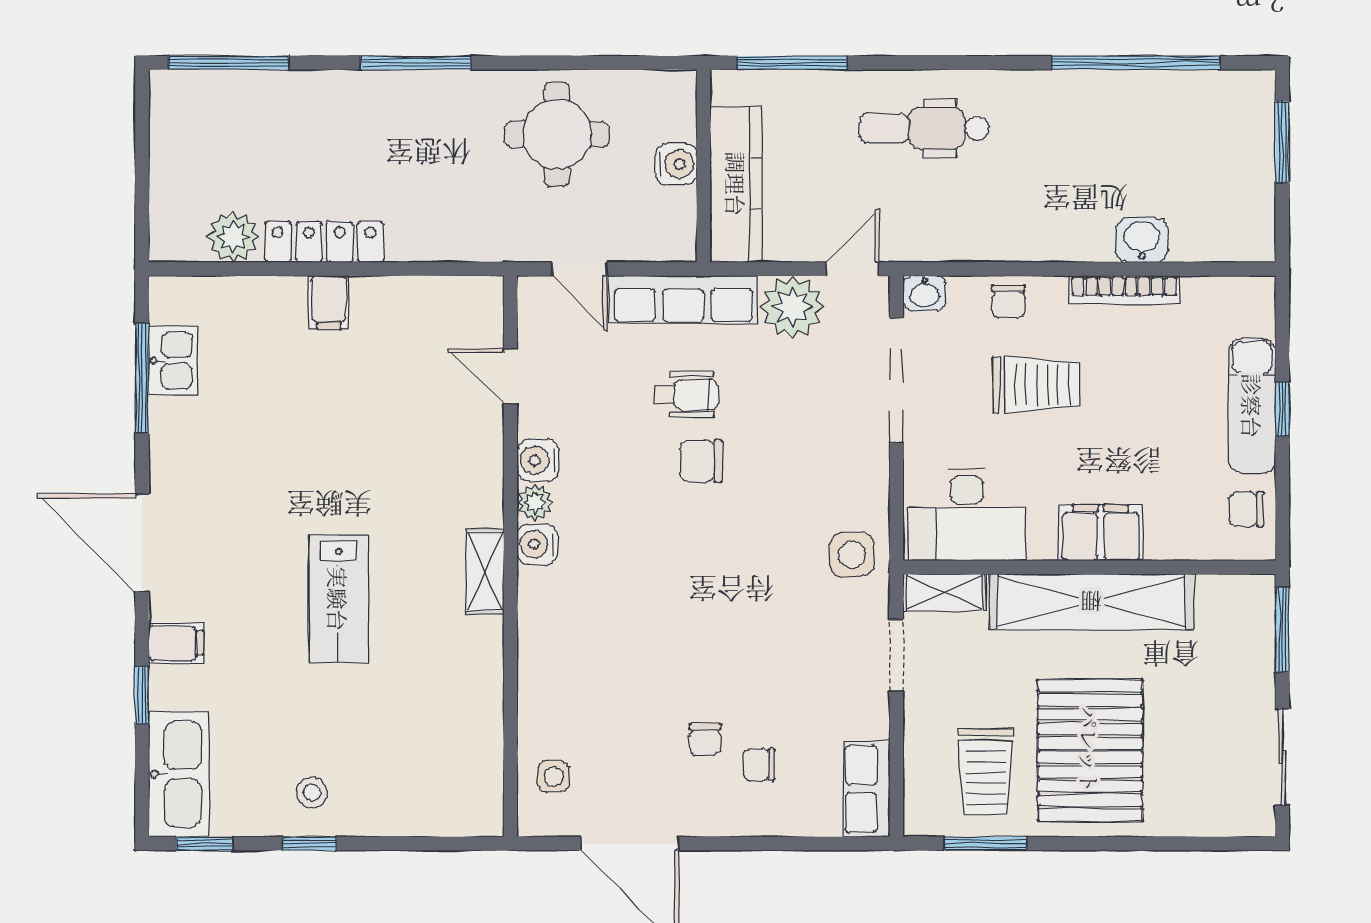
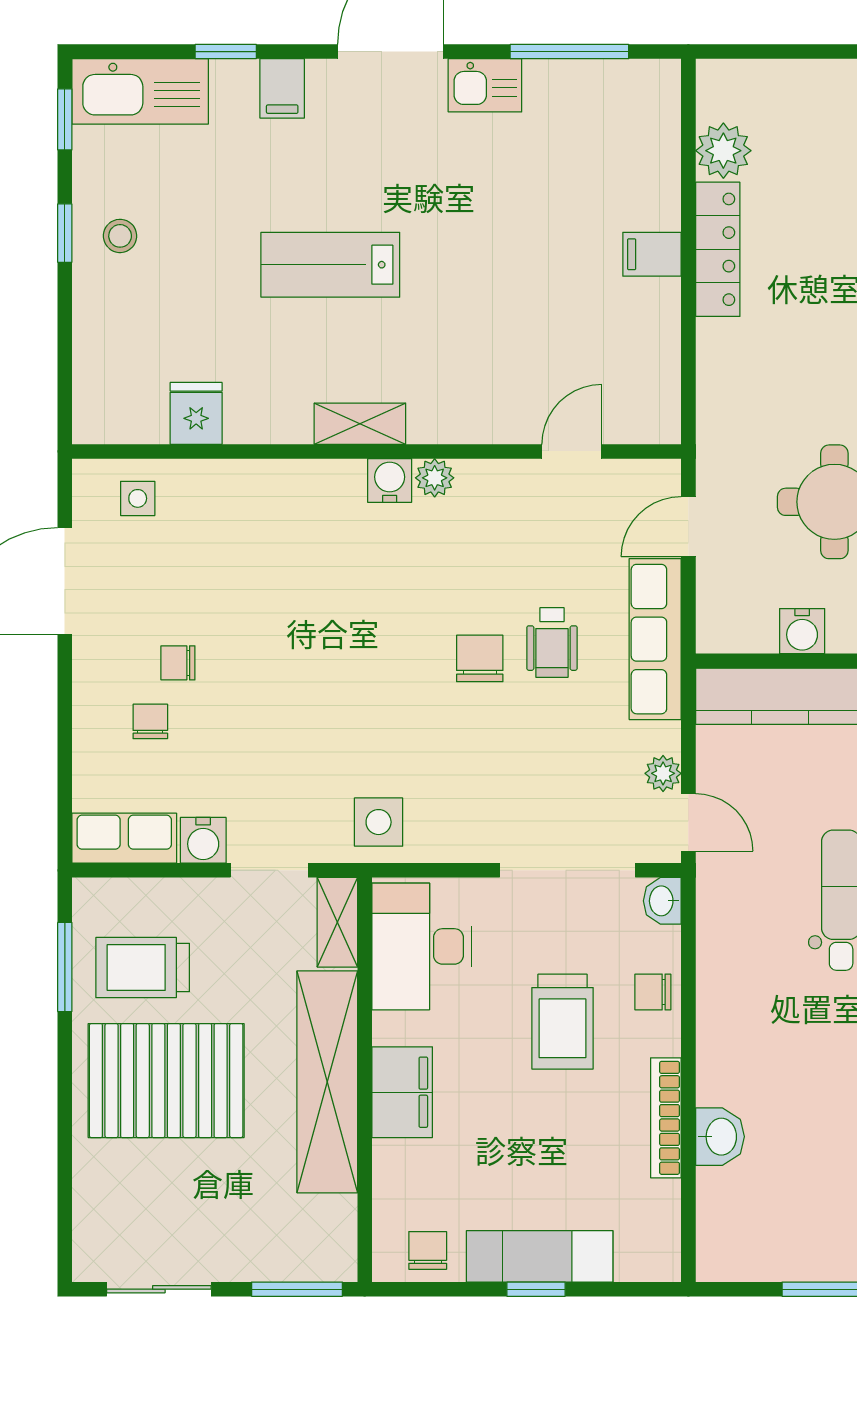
plant: (792, 307) -> (663, 773), width x0.53, depth x0.53
kitchen sink: (173, 361) -> (485, 85), moved
water cooler: (538, 460) -> (203, 840), moved, turned 180
fridge: (475, 722) -> (196, 413), added

